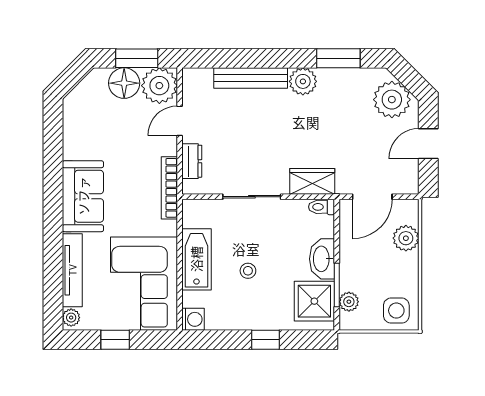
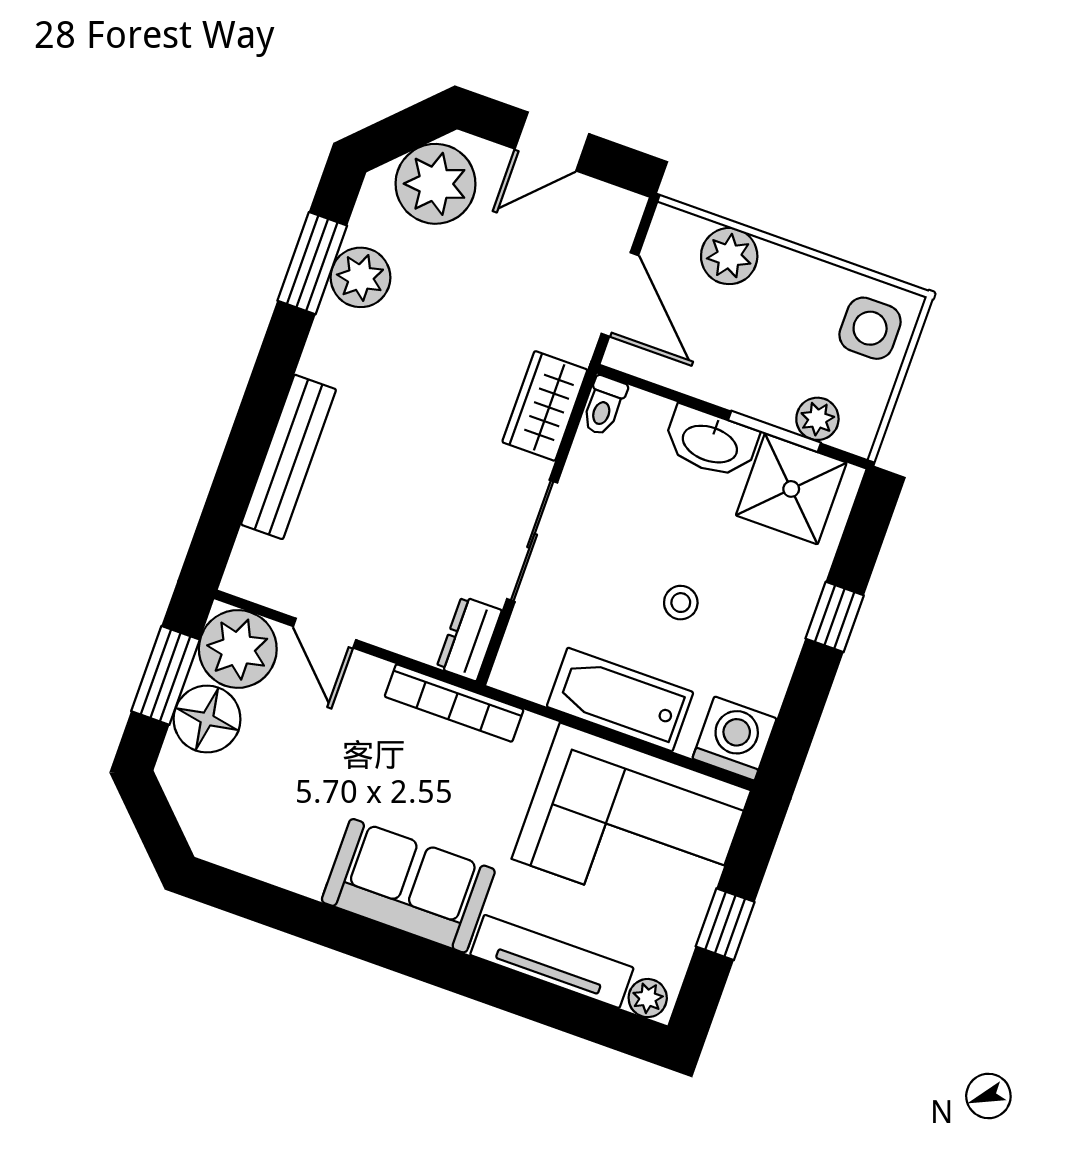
plant: (303, 81) -> (360, 277), moved
door: (428, 144) -> (552, 141), hinge flipped
dresser: (192, 161) -> (469, 639), moved, turned -90
washing machine: (193, 319) -> (735, 739), width x1.38, depth x1.38

